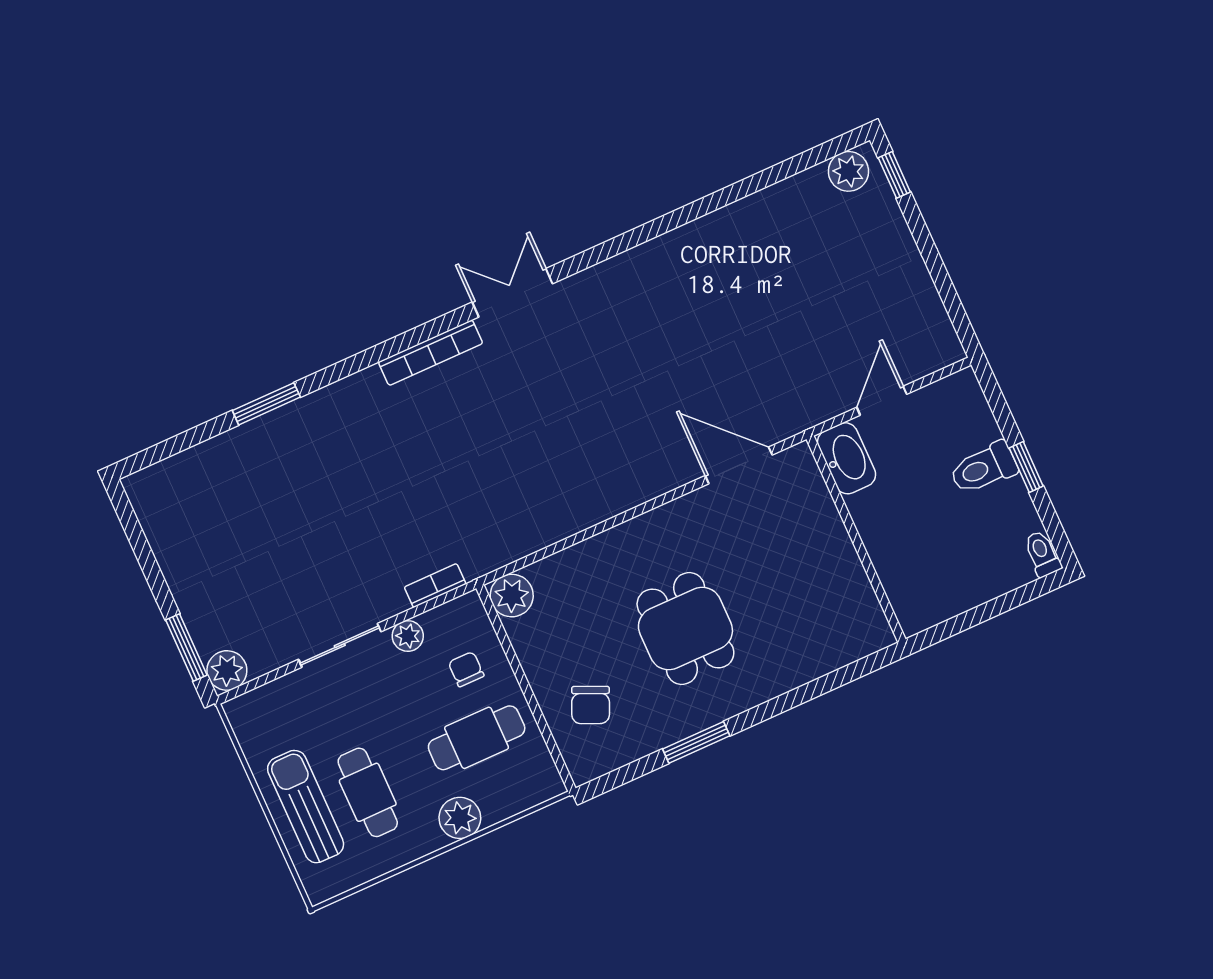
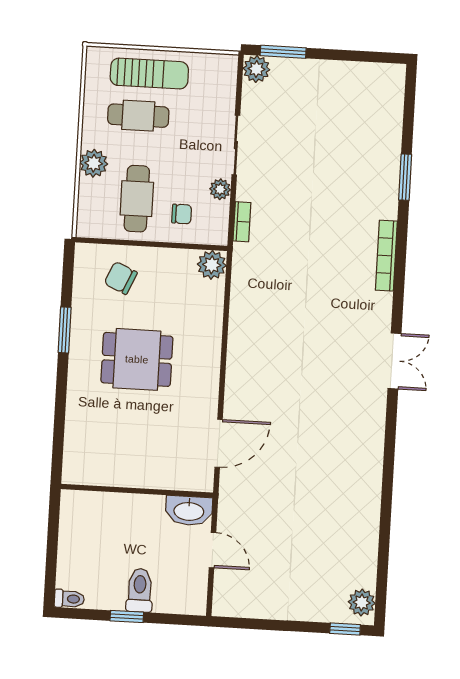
bookcase: (431, 353) -> (386, 256), moved

